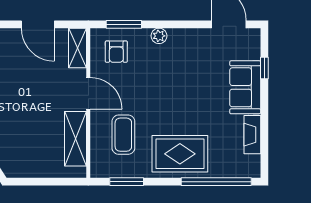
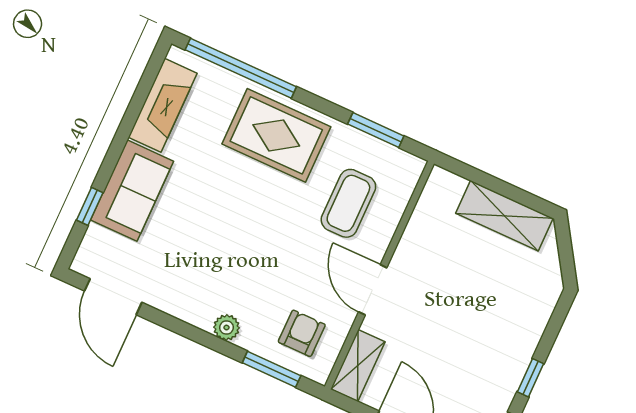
fireplace: (252, 135) -> (163, 105), width x1.37, depth x1.32
shelving: (75, 139) -> (504, 216), moved, turned 90

